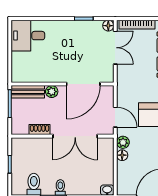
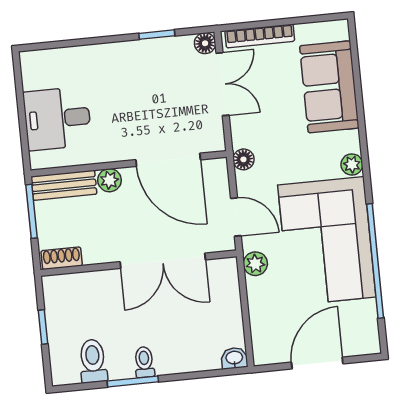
desk: (28, 36) -> (57, 119), moved
door: (83, 84) -> (168, 160), hinge flipped
shoe rack: (40, 130) -> (62, 258), moved
floor lamp: (122, 155) -> (243, 159), moved

